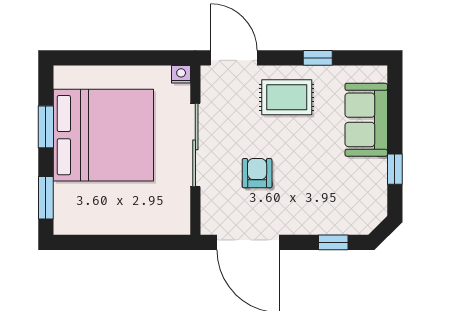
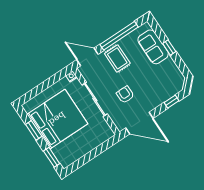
window: (318, 58) -> (119, 36), width x3.17
rug: (287, 97) -> (117, 58), turned 90
window: (395, 169) -> (169, 47), moved

